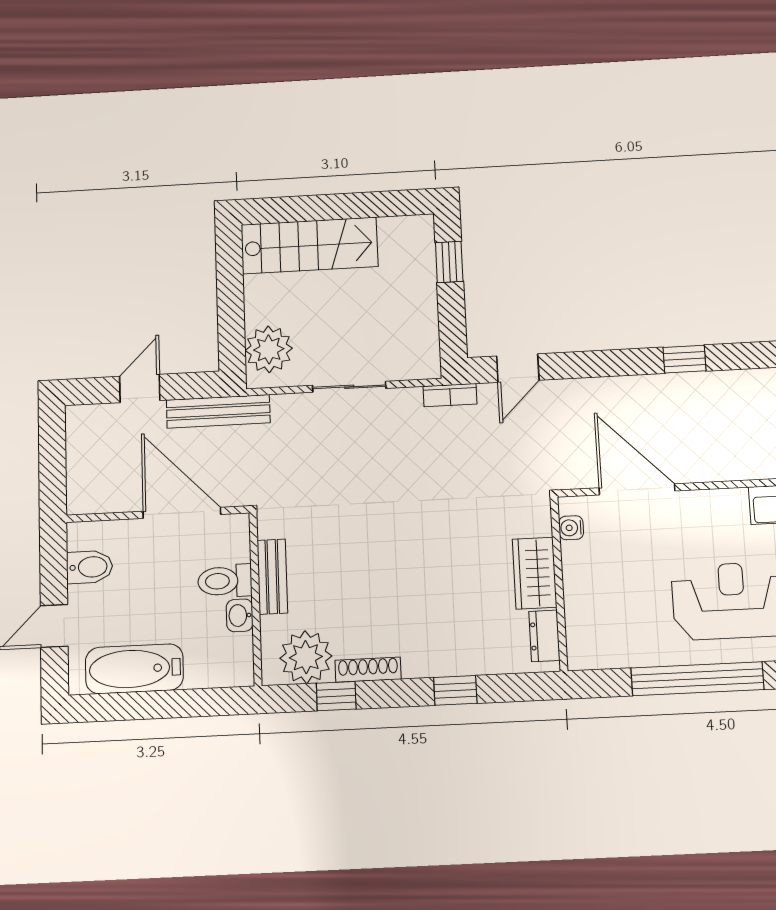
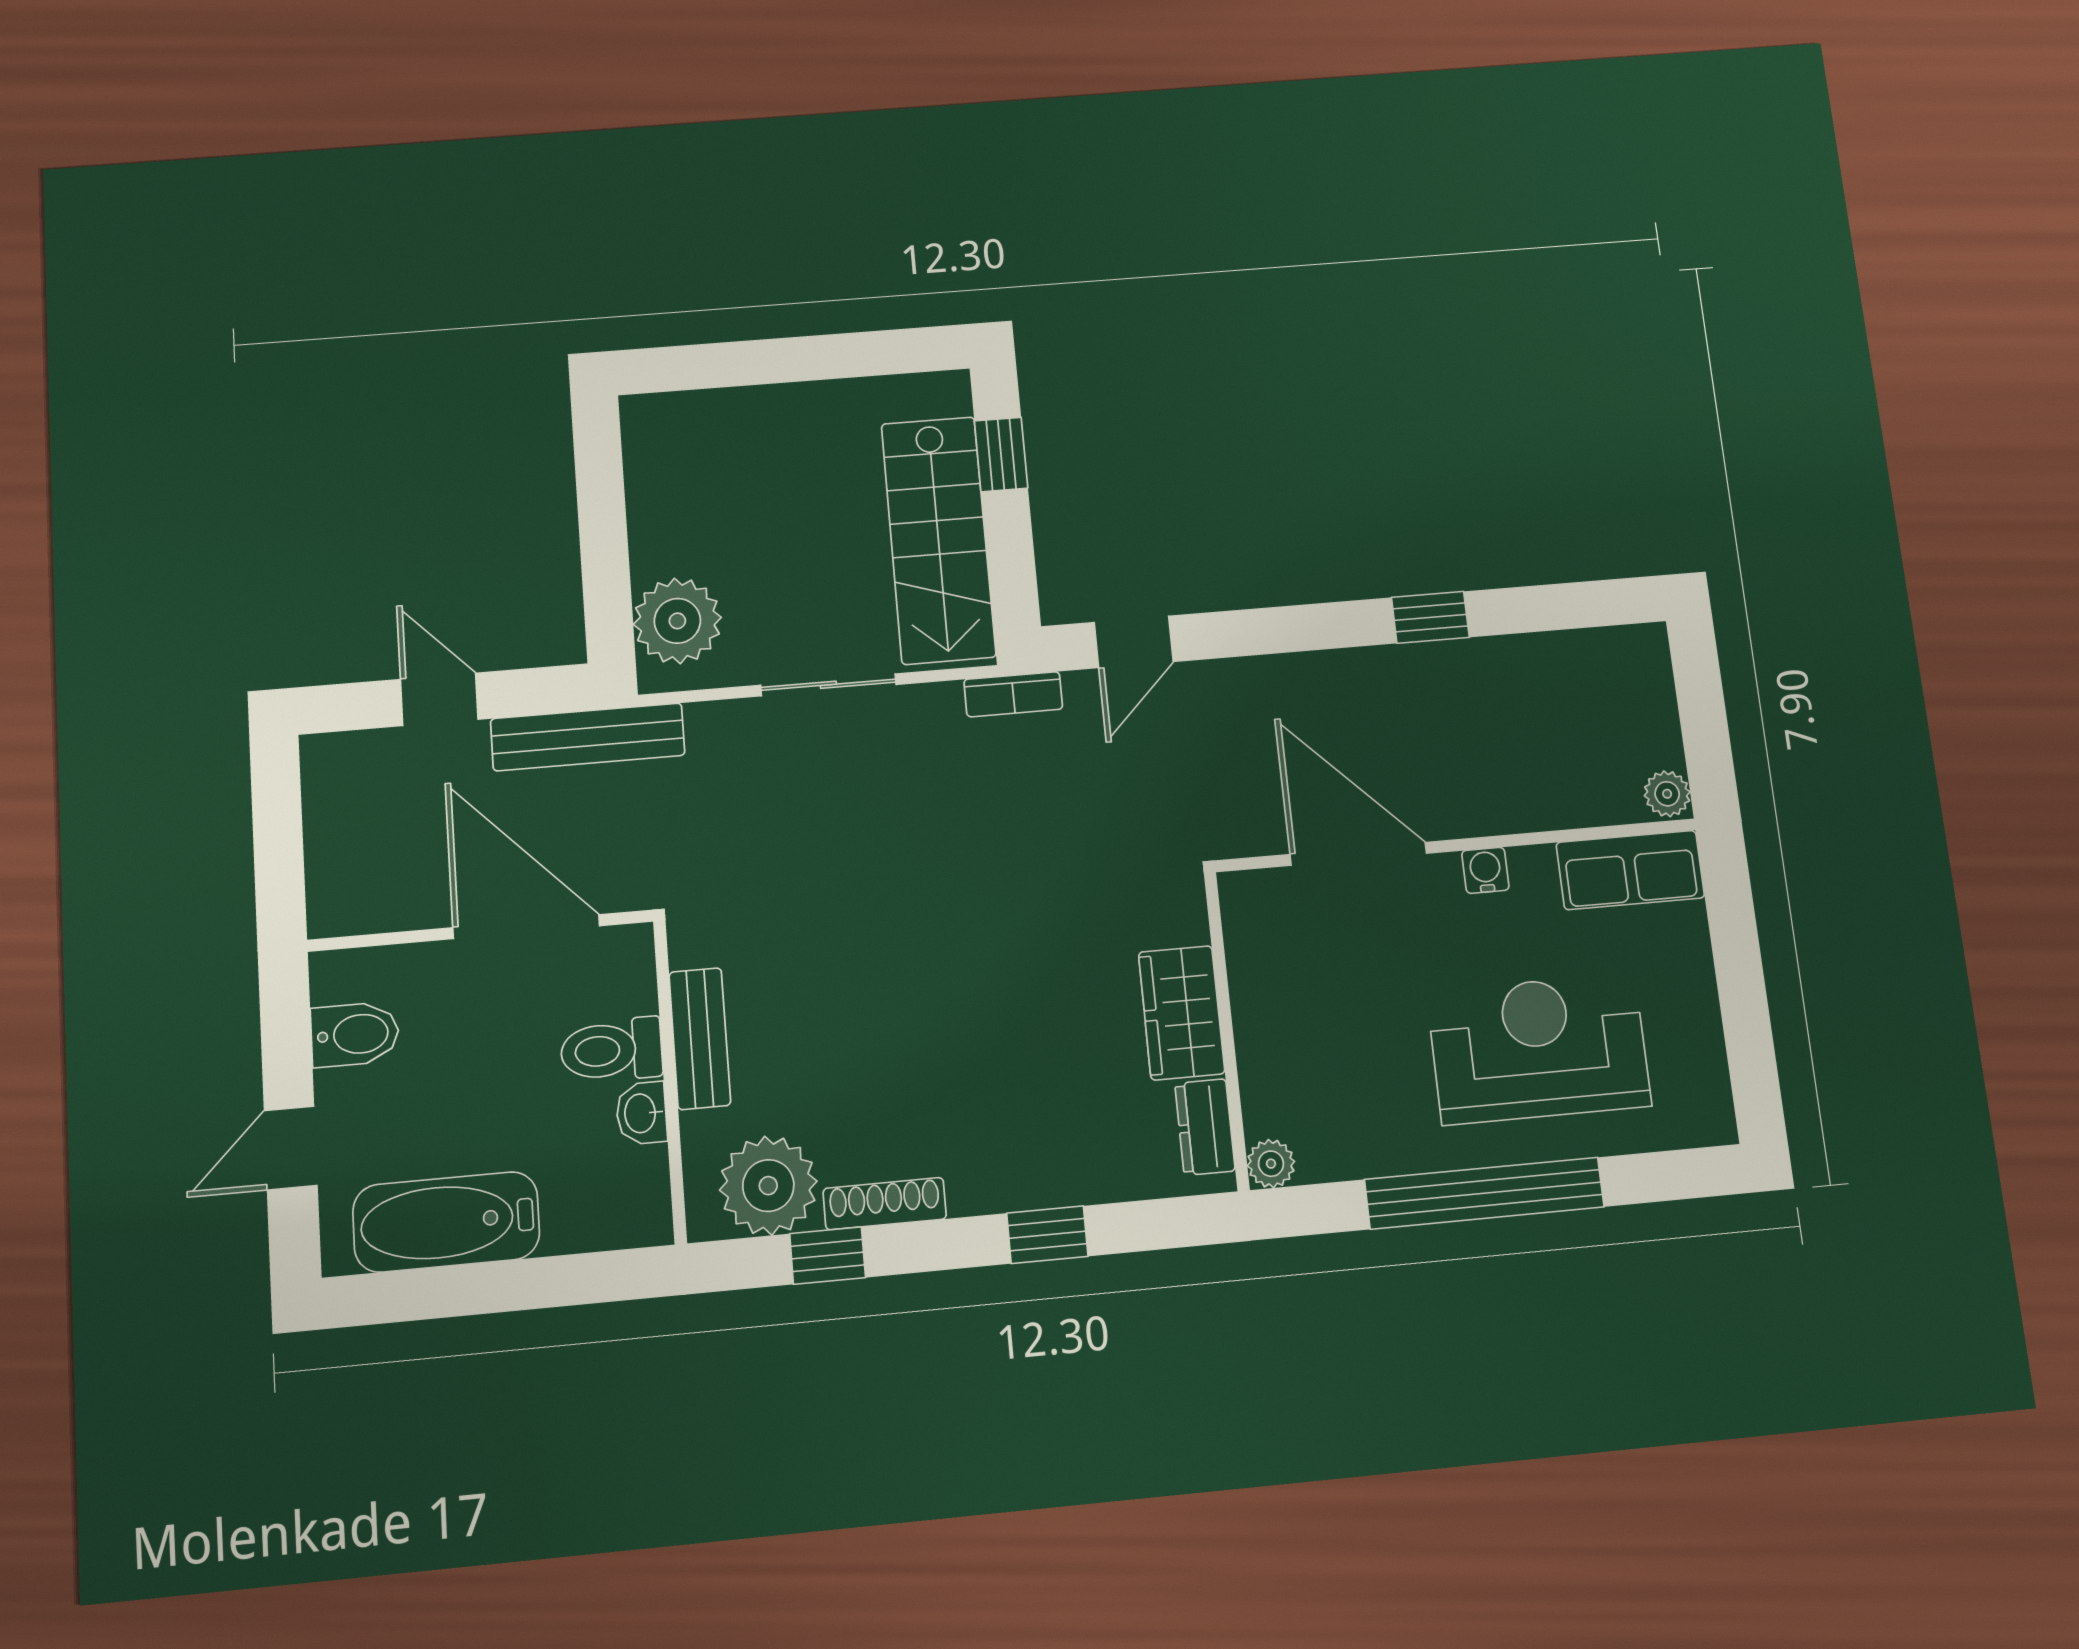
stairs: (309, 246) -> (938, 540), moved, turned 90
door: (140, 388) -> (439, 699), hinge flipped
water cooler: (571, 528) -> (1485, 870), moved, turned 90
plant: (580, 657) -> (1271, 1164), added

